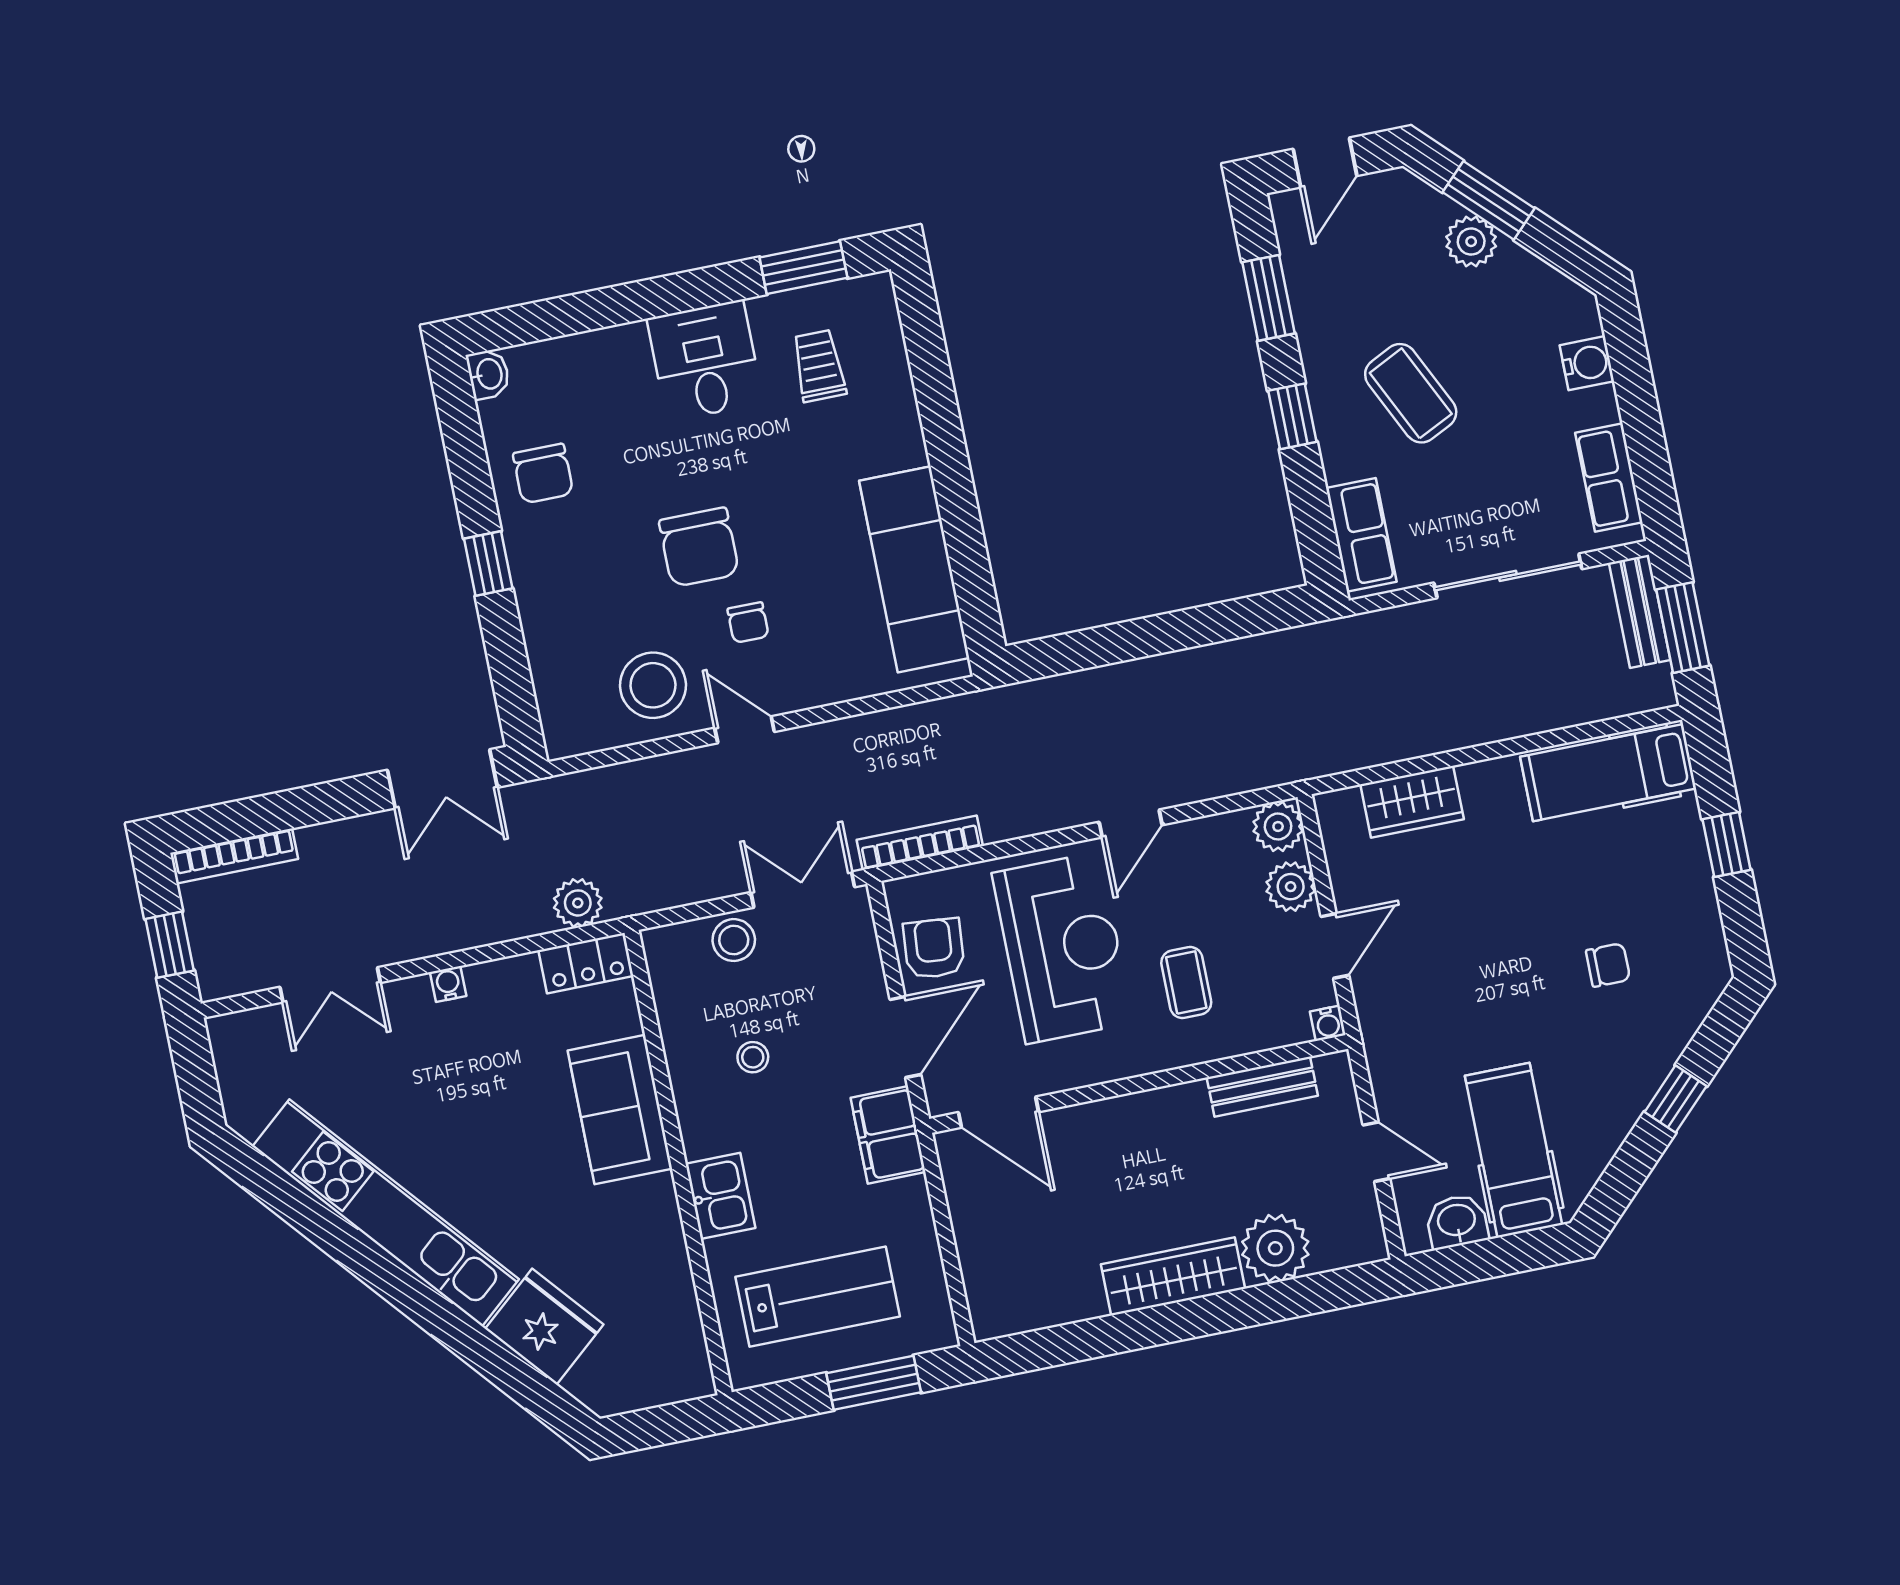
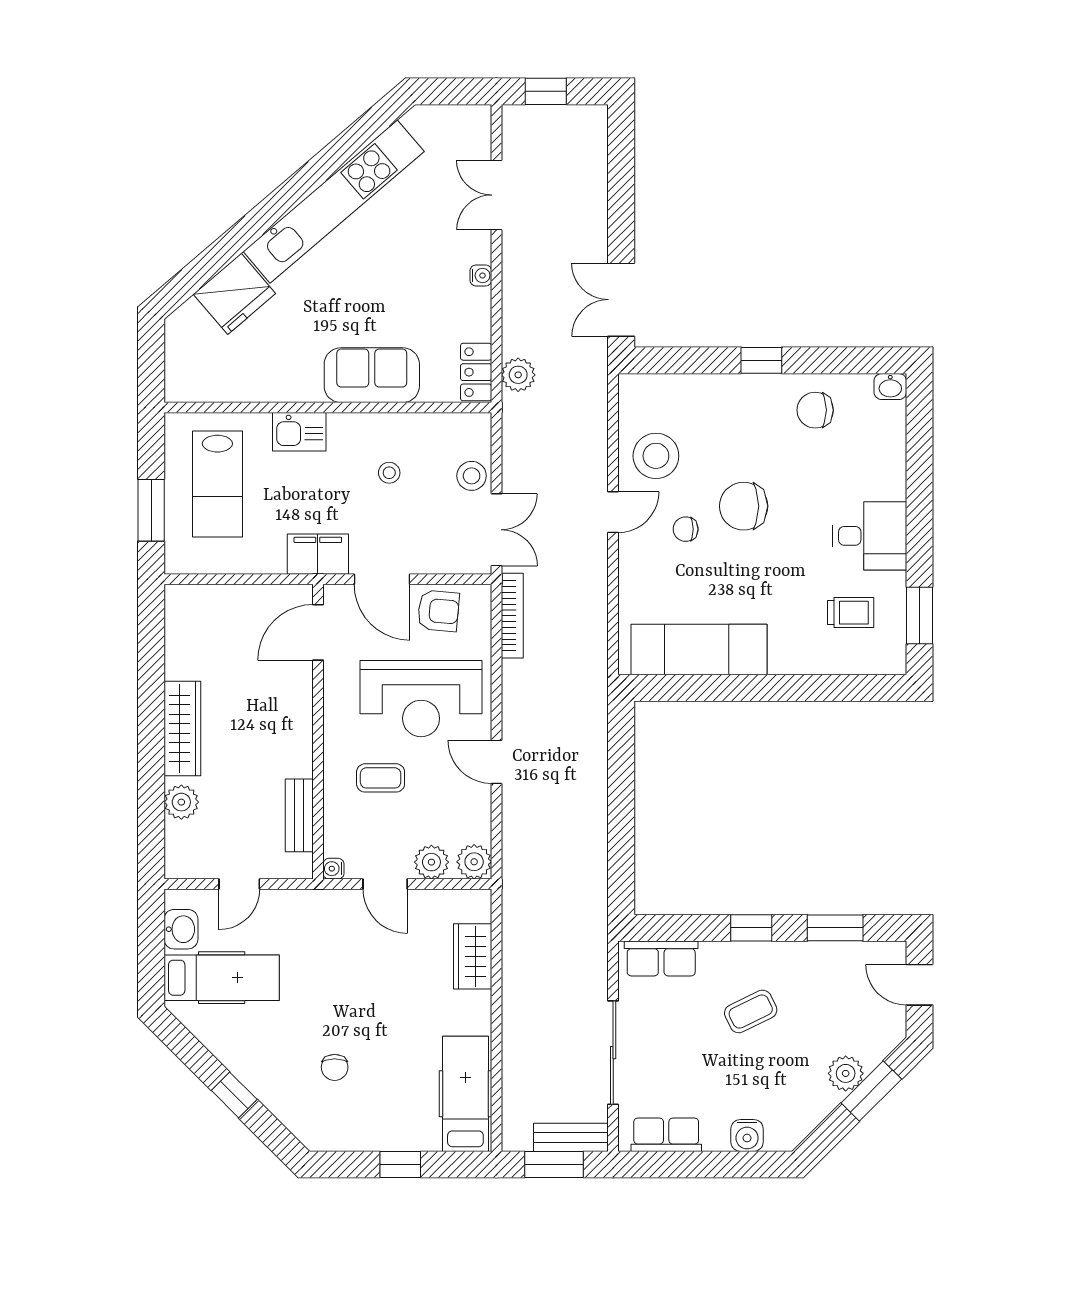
coffee table: (1411, 393) -> (751, 1011), width x0.73, depth x0.77
bookcase: (234, 856) -> (597, 148), removed
plant: (1275, 1248) -> (181, 802), width x0.73, depth x0.73

